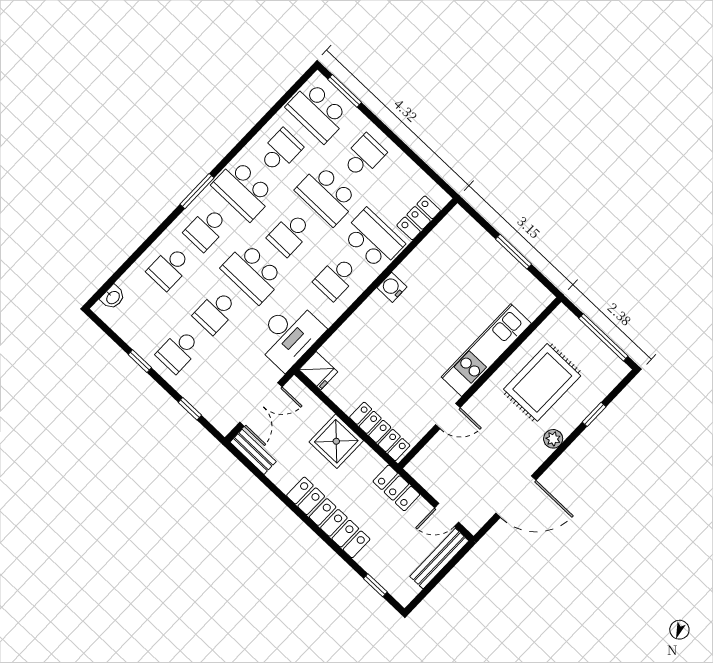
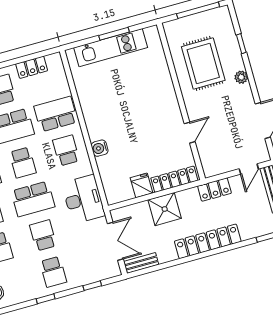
locker: (419, 218) -> (32, 67), moved, turned -90
school desk: (336, 278) -> (66, 150), turned 180
water cooler: (392, 287) -> (100, 148), moved
school desk: (215, 312) -> (43, 235), turned 180
kitchen unit: (486, 350) -> (111, 48), moved, turned -90
fridge: (318, 371) -> (142, 185), moved, turned -90

